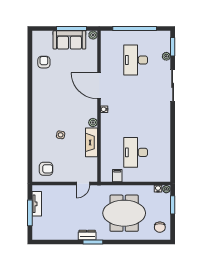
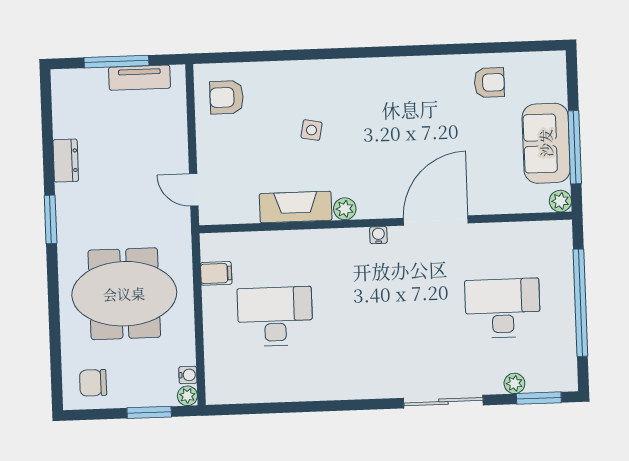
armchair: (46, 169) -> (227, 97), turned 90
meeting table: (124, 213) -> (124, 294), turned 90
dresser: (87, 235) -> (66, 161), moved

